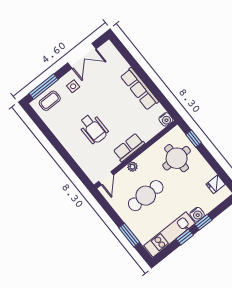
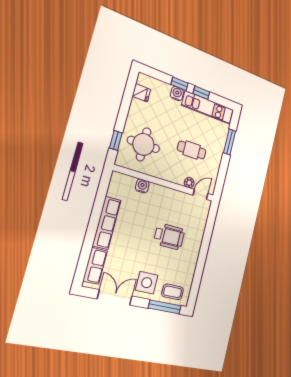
side table: (73, 86) -> (147, 283), width x1.87, depth x1.87
water cooler: (166, 119) -> (142, 186), moved
wheelchair: (93, 129) -> (169, 236), turned 90
row of seats: (129, 147) -> (95, 266), moved, turned -90
plant: (132, 167) -> (189, 183), moved
cafe table: (146, 196) -> (192, 150), width x0.73, depth x0.74

